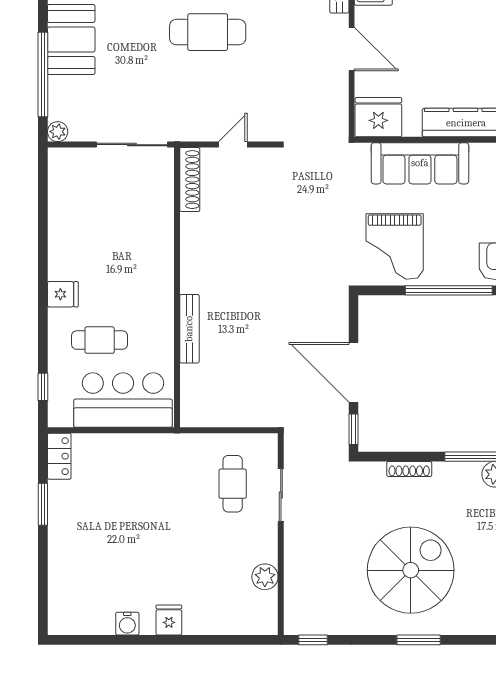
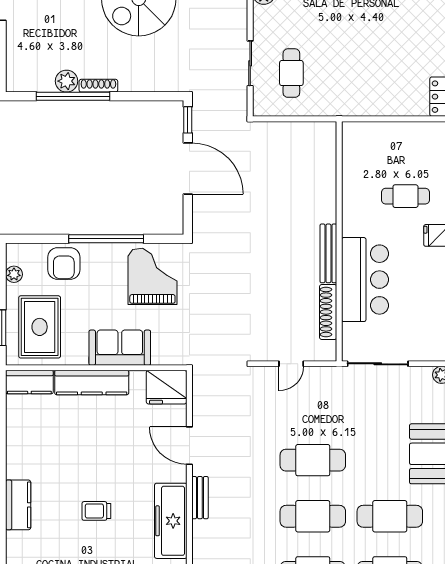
sofa: (420, 163) -> (120, 348), width x0.73
shoe rack: (190, 180) -> (328, 312), moved
bench: (189, 329) -> (328, 253), moved
bar counter: (123, 400) -> (365, 280), moved, turned -90
shoe rack: (409, 469) -> (98, 86), moved

